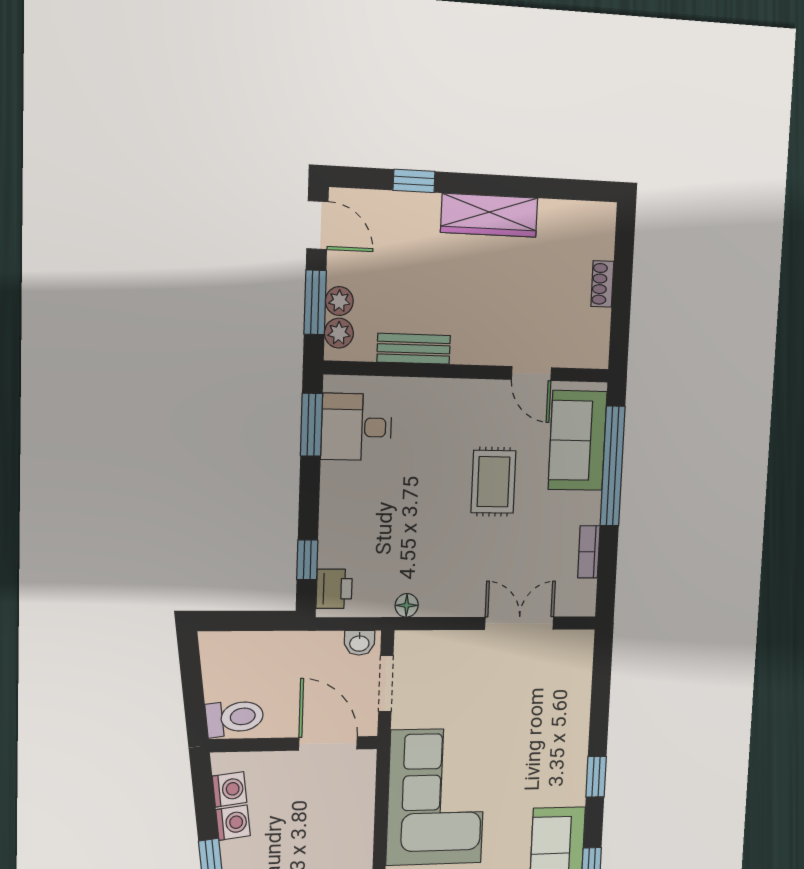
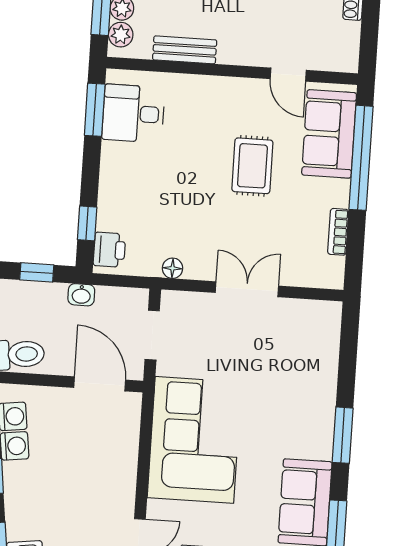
window: (251, 621) -> (37, 272), added
double door: (519, 623) -> (247, 289), moved
washbasin: (359, 643) -> (81, 295), moved
window: (596, 777) -> (343, 435), width x1.50

